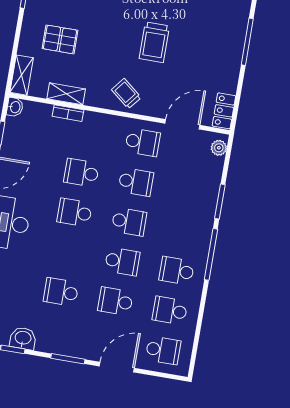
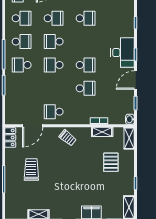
pallet: (60, 39) -> (111, 162), turned 90
trolley: (154, 42) -> (31, 170), moved
plant: (219, 148) -> (10, 116), removed
school desk: (136, 182) -> (22, 65), moved

